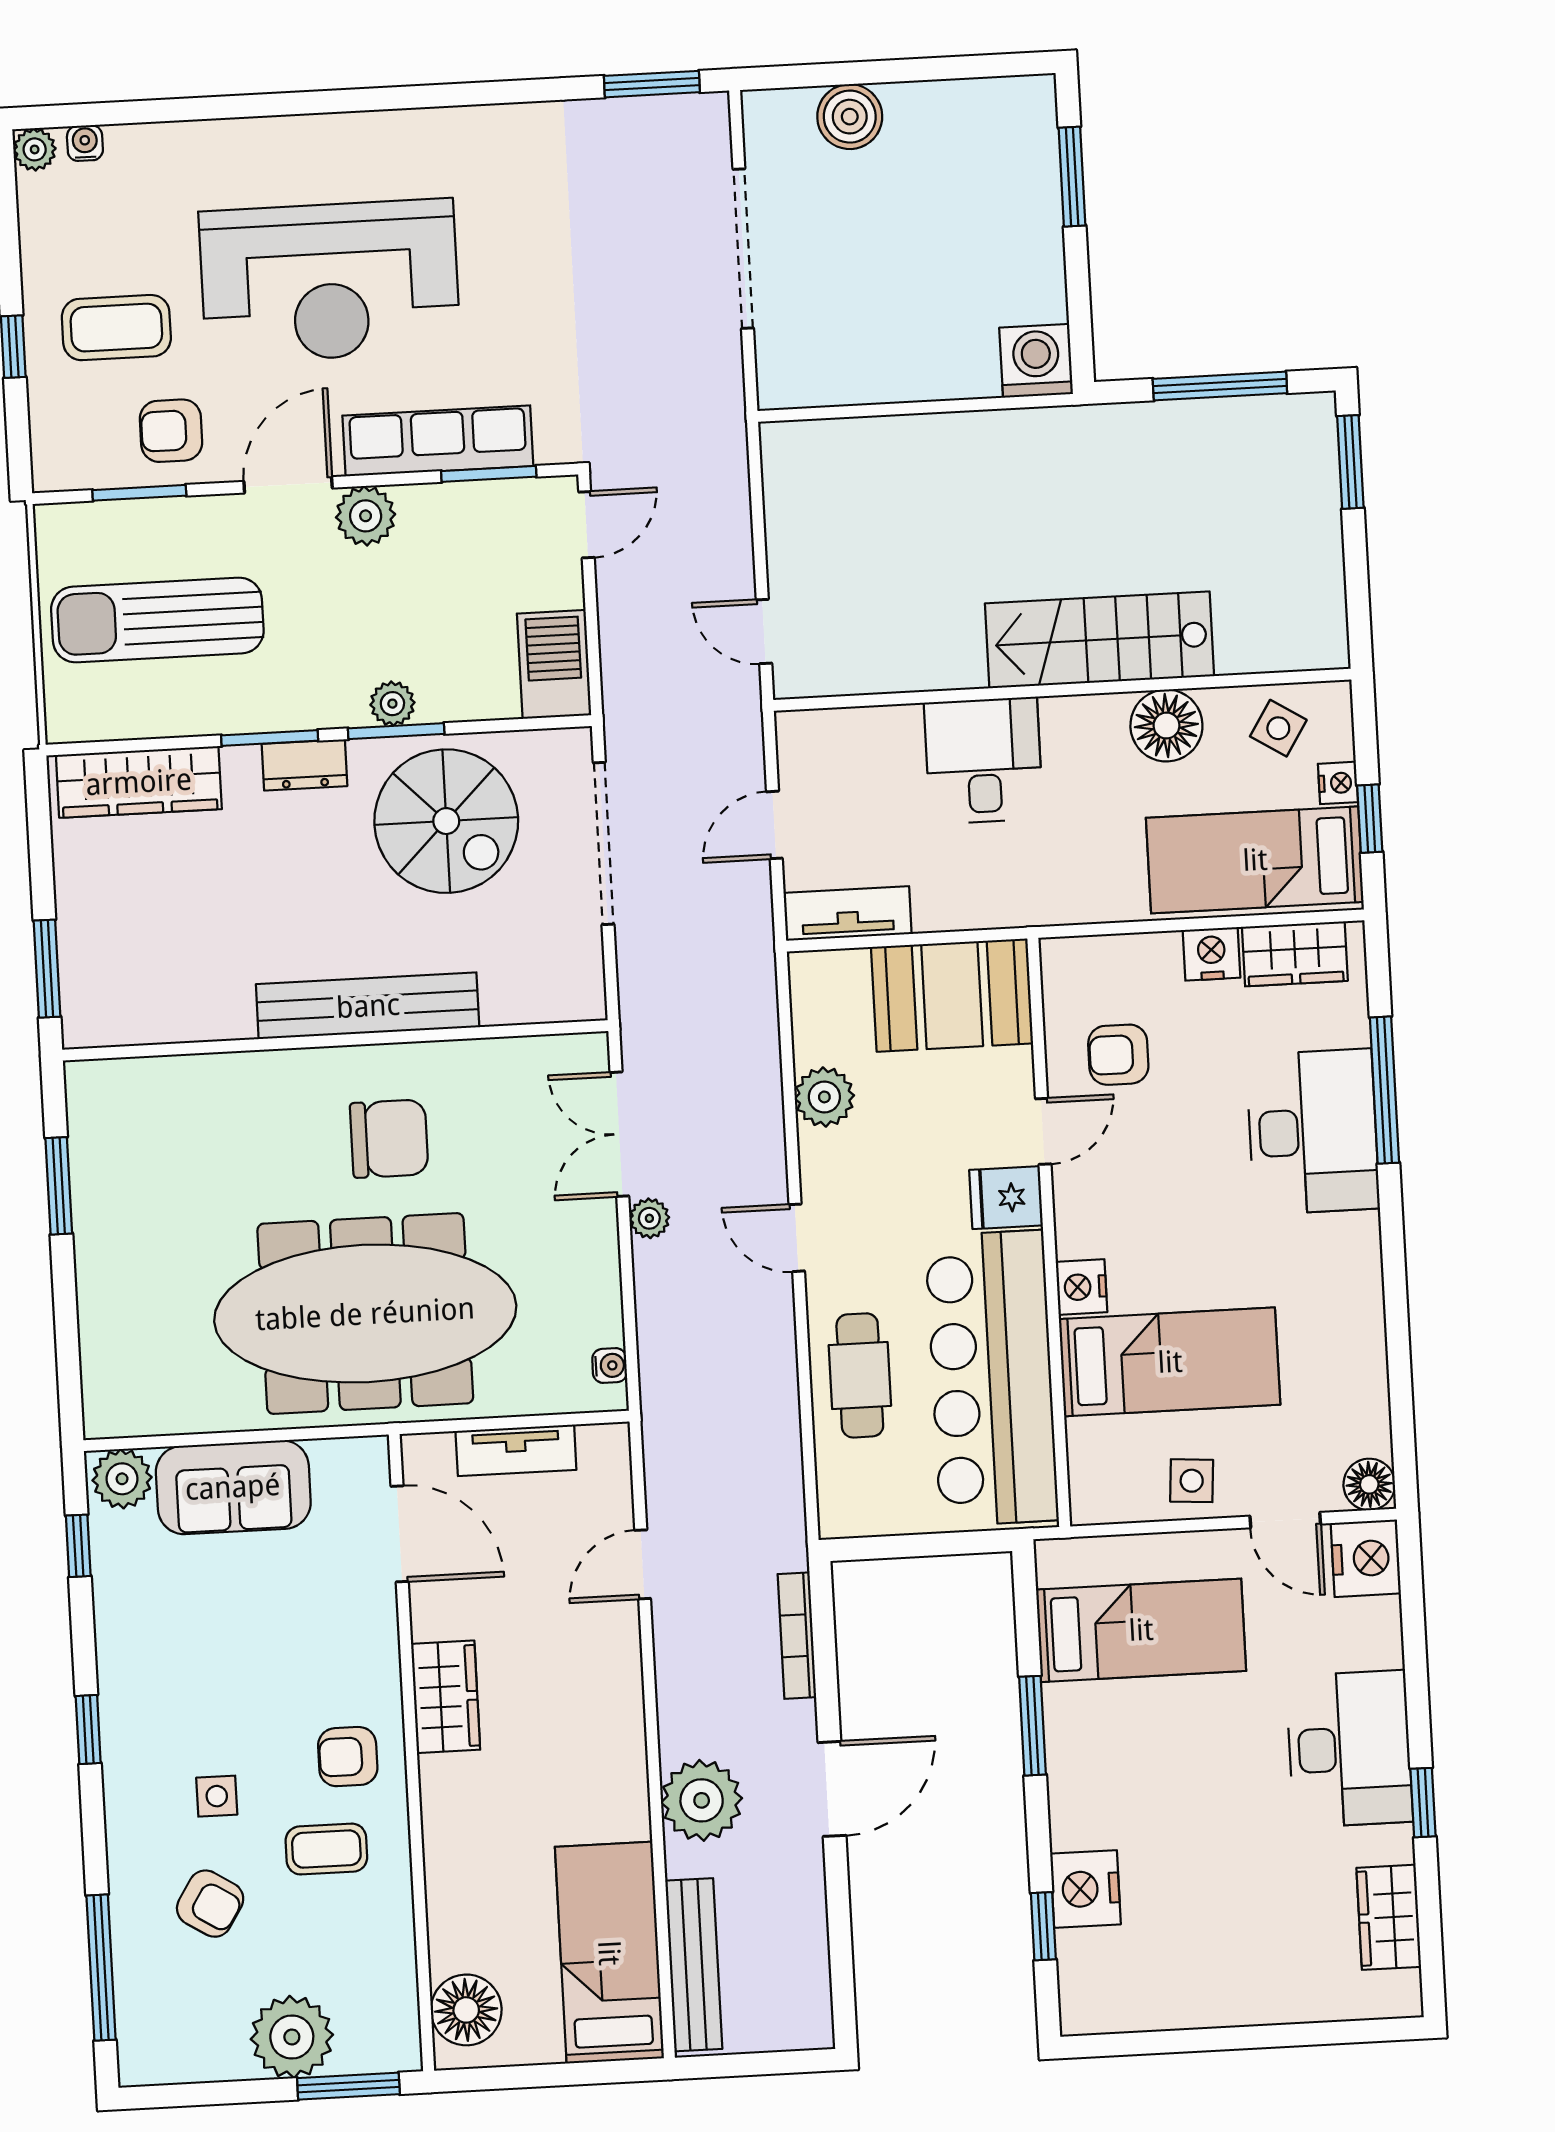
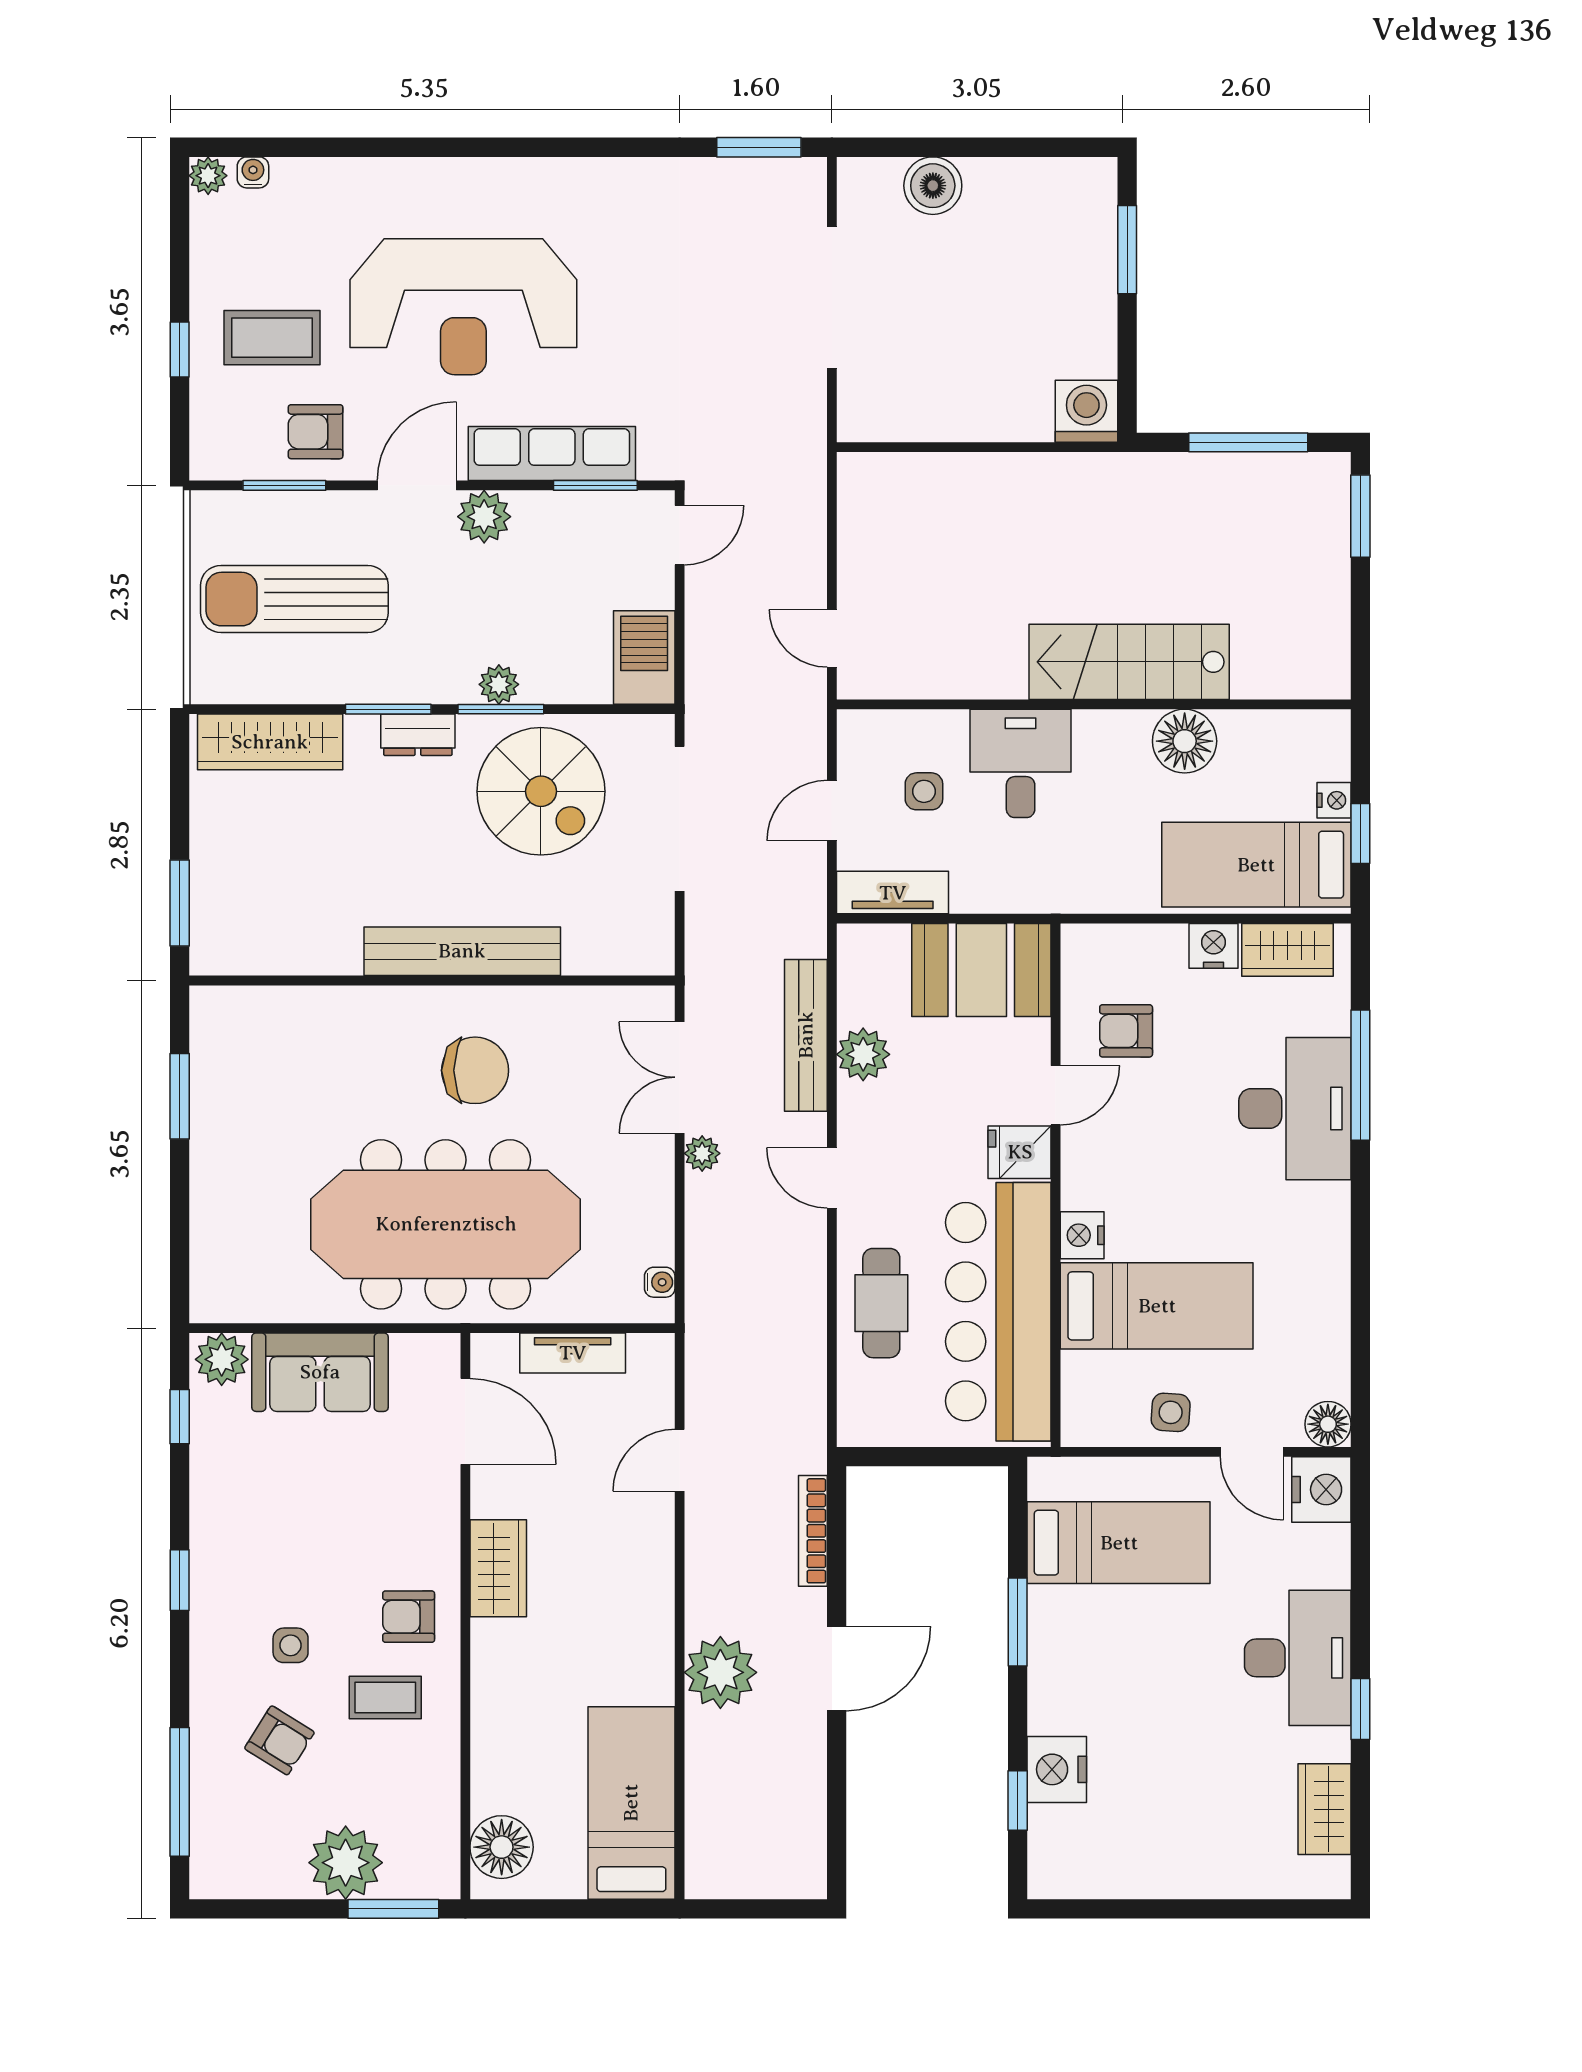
side table: (1278, 728) -> (924, 791), moved, turned -32
bench: (694, 1965) -> (806, 1035), moved

